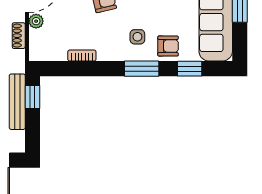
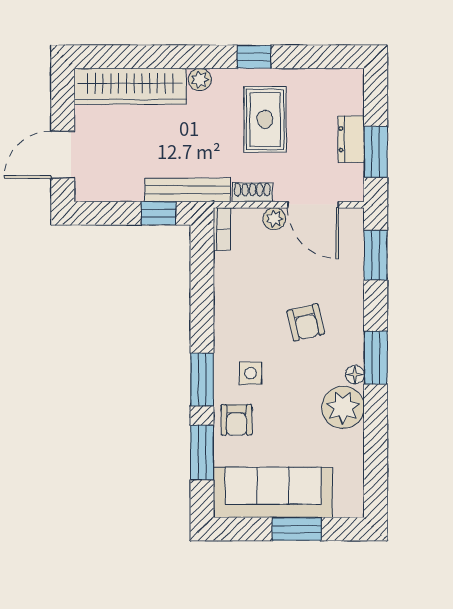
bookcase: (82, 56) -> (222, 229), moved
window: (190, 69) -> (202, 453), width x1.50
bench: (17, 102) -> (188, 190), moved

